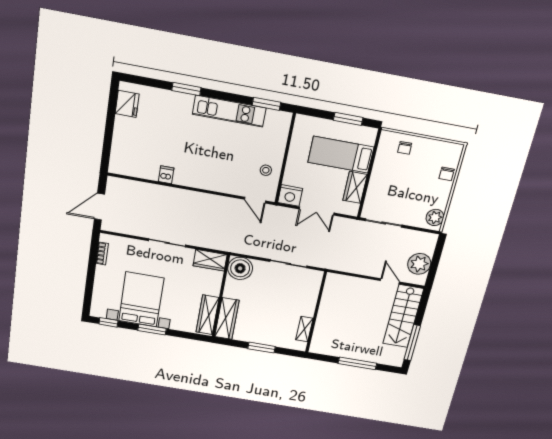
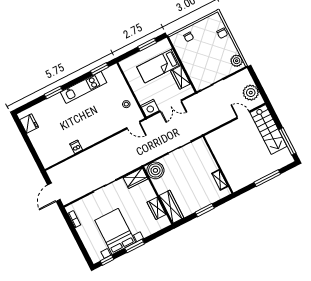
wardrobe: (208, 315) -> (157, 208), width x0.67

